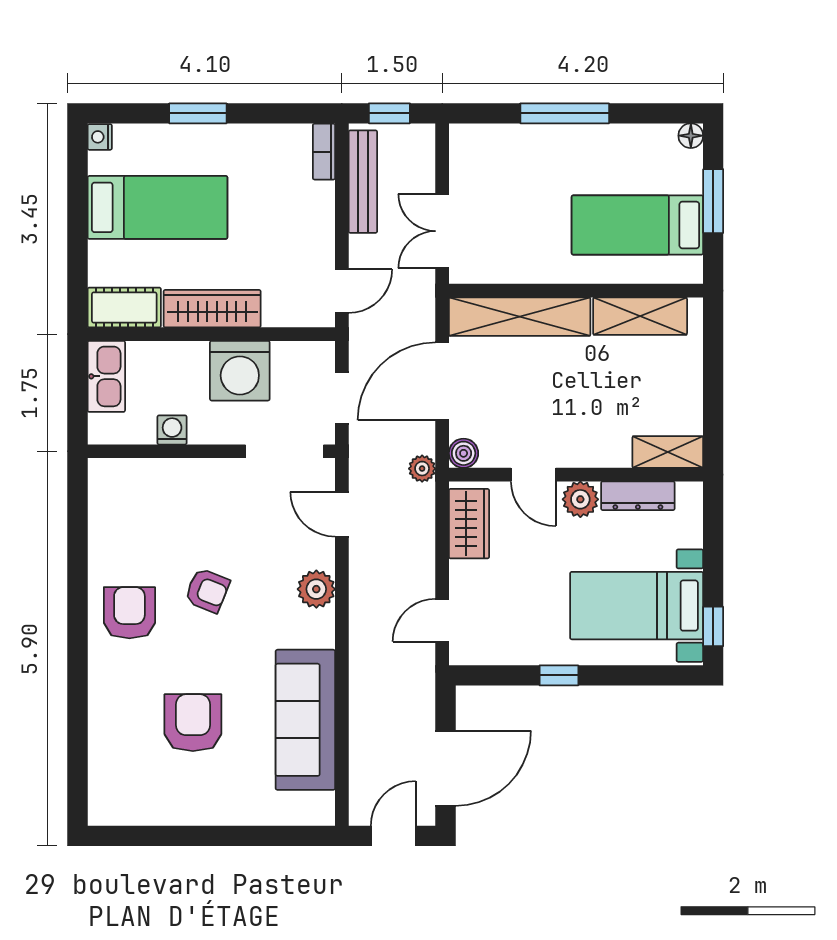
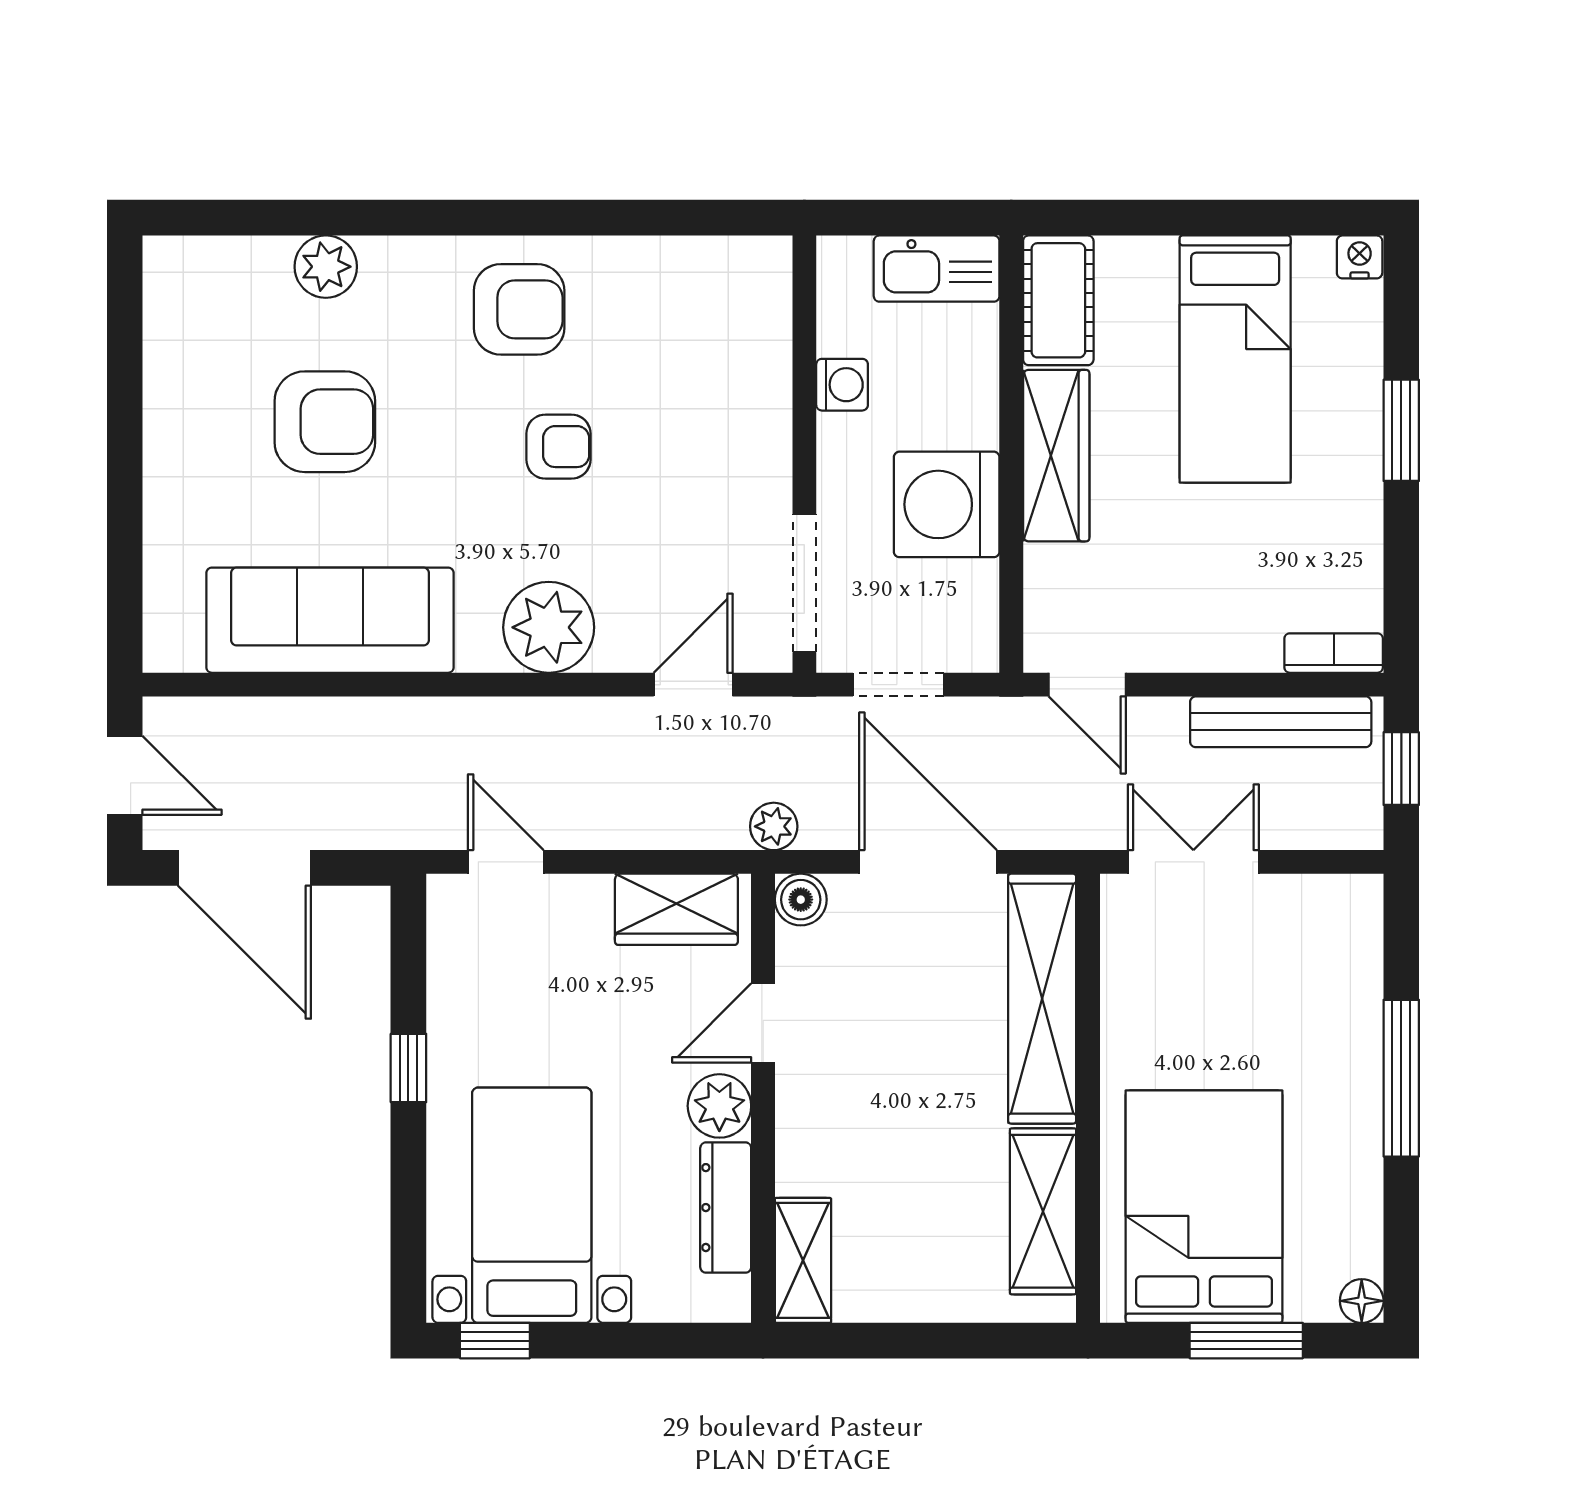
bed: (637, 225) -> (1204, 1207), width x1.50
plant: (316, 589) -> (549, 627), width x1.36, depth x1.36
armchair: (207, 590) -> (558, 447), turned -112
plant: (105, 722) -> (326, 267), added

